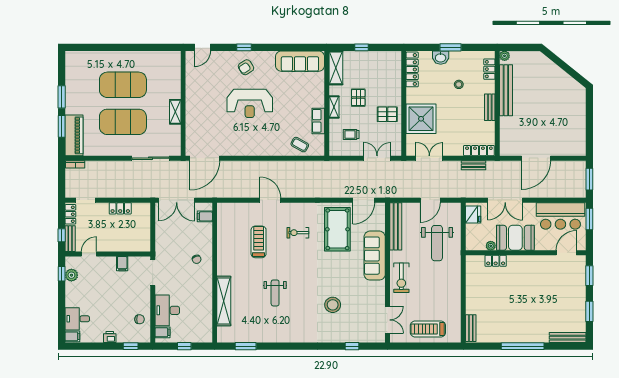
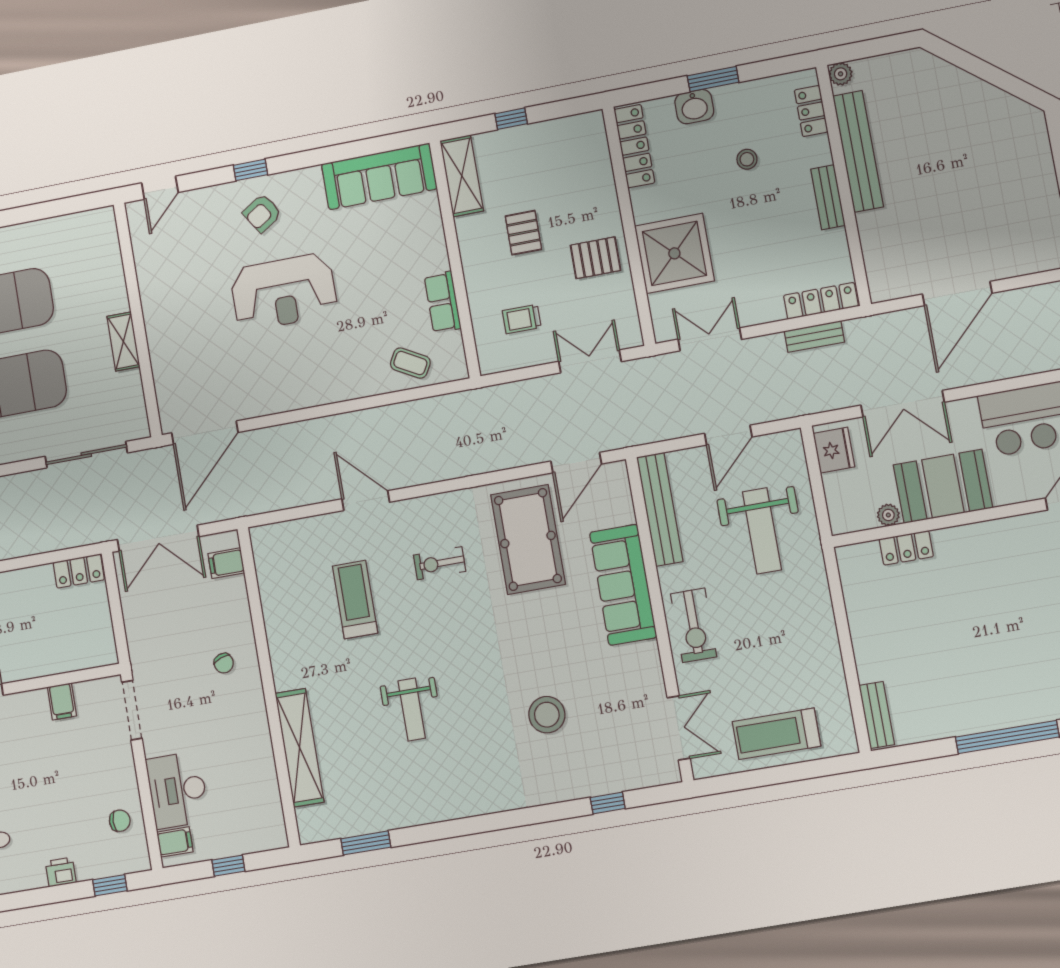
shelving: (334, 107) -> (473, 264), removed
locker: (120, 208) -> (79, 571), moved

